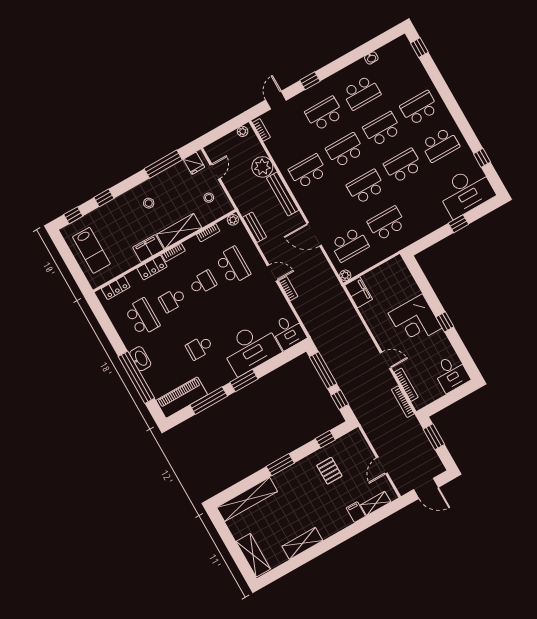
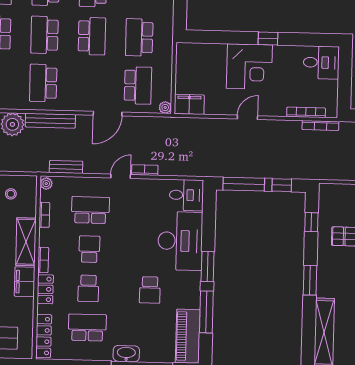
school desk: (366, 187) -> (92, 36), turned 180
locker: (116, 288) -> (44, 336), width x1.53
door: (386, 360) -> (247, 117), moved

